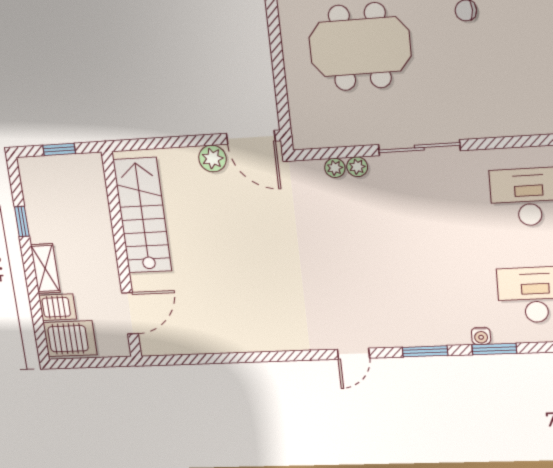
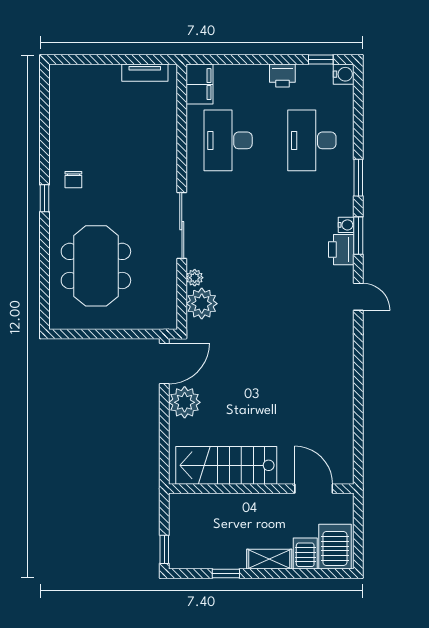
window: (59, 149) -> (164, 549), moved
plant: (213, 159) -> (185, 402), width x1.36, depth x1.36
plant: (335, 168) -> (202, 304), width x1.88, depth x1.88
printer: (407, 333) -> (341, 250), added
water cooler: (481, 336) -> (346, 225), moved

